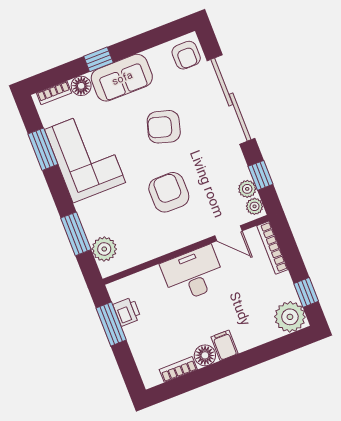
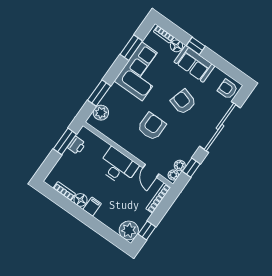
armchair: (186, 55) -> (228, 89), turned 90

